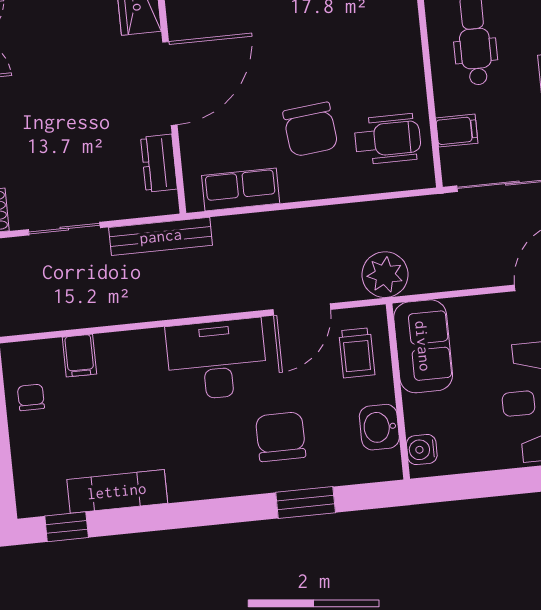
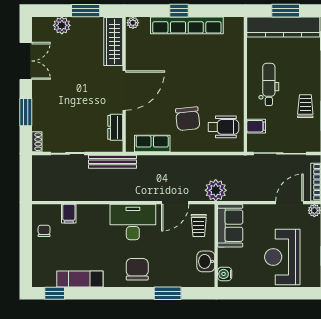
chair: (281, 437) -> (137, 269), moved

